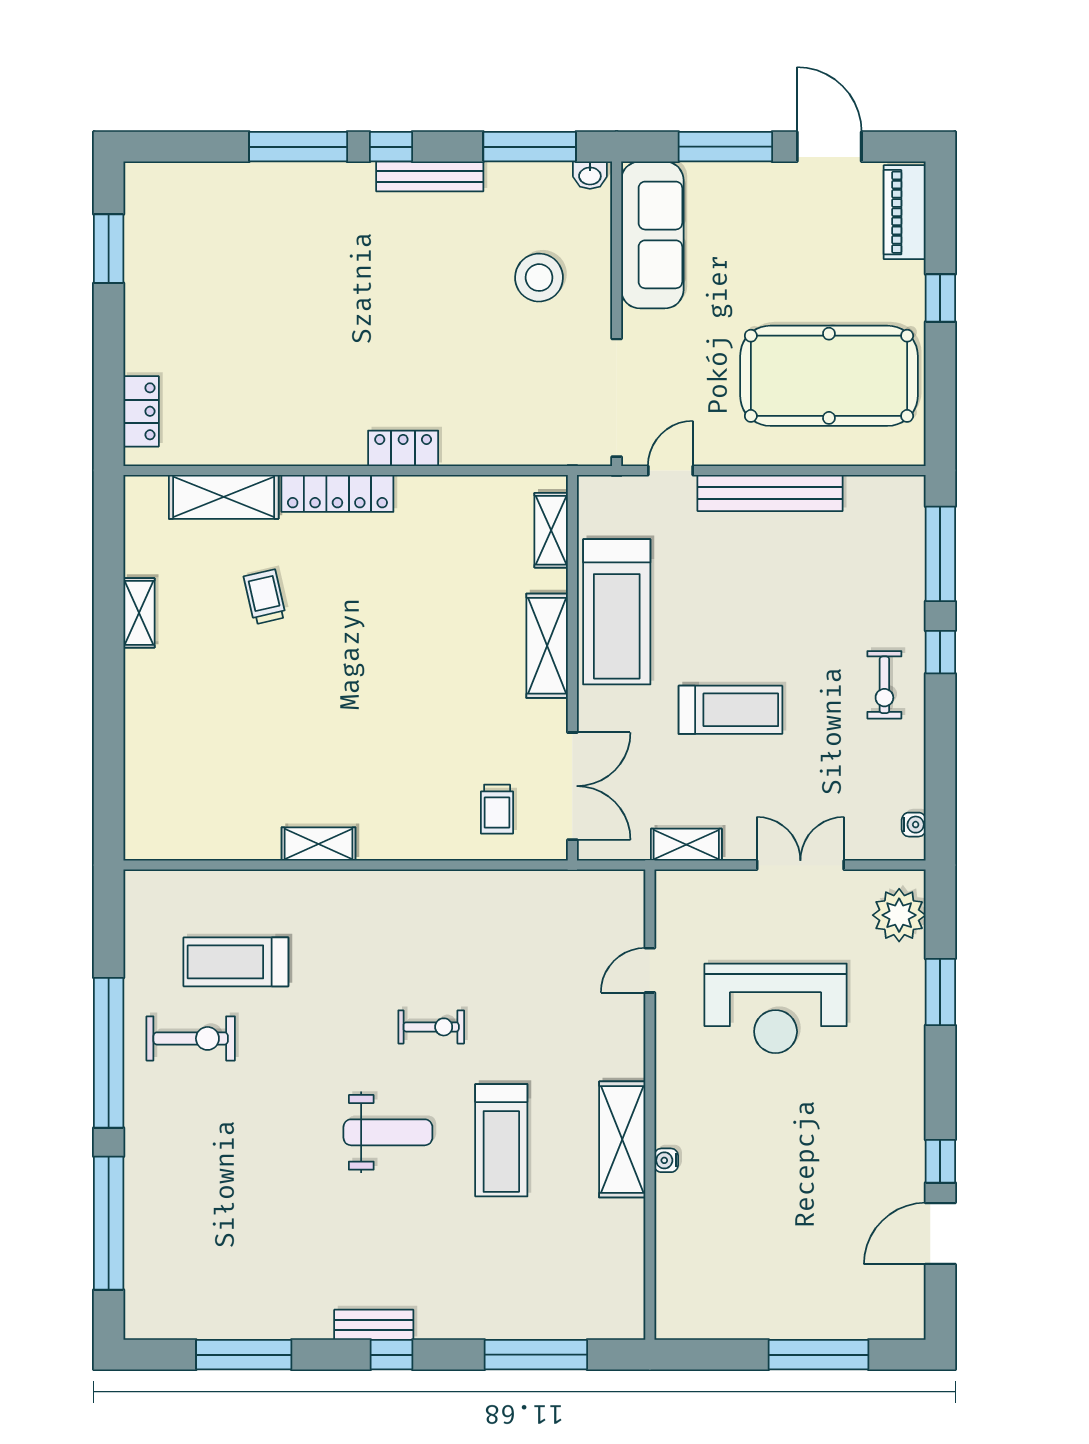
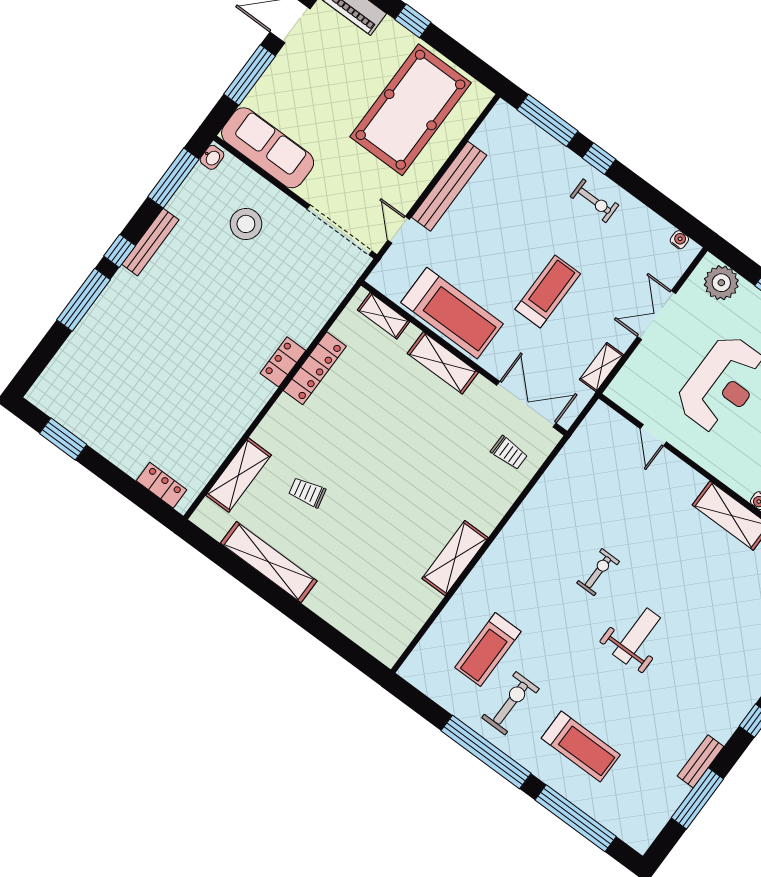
locker: (337, 493) -> (315, 368), moved
shelving: (139, 613) -> (269, 562), width x2.20, depth x1.33
shelving: (319, 844) -> (455, 558), width x1.50, depth x1.33
treadmill: (501, 1140) -> (581, 747), moved
bench: (374, 1325) -> (701, 761), moved

